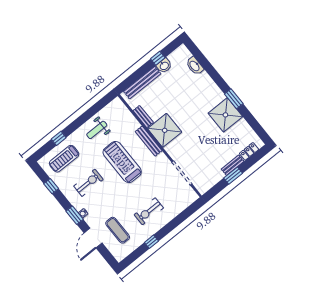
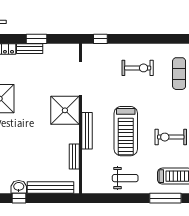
shower: (165, 130) -> (65, 110), moved
window: (59, 138) -> (165, 198), width x2.17
window: (151, 242) -> (100, 39), moved

